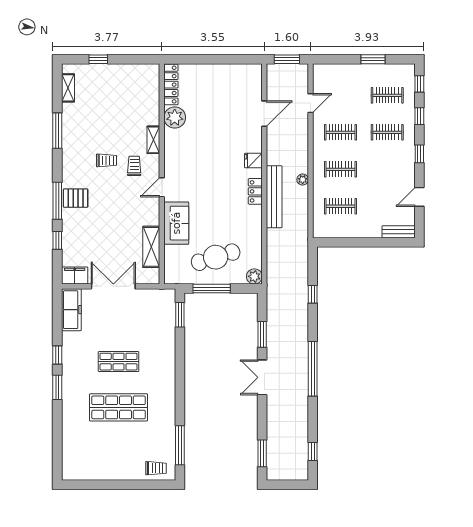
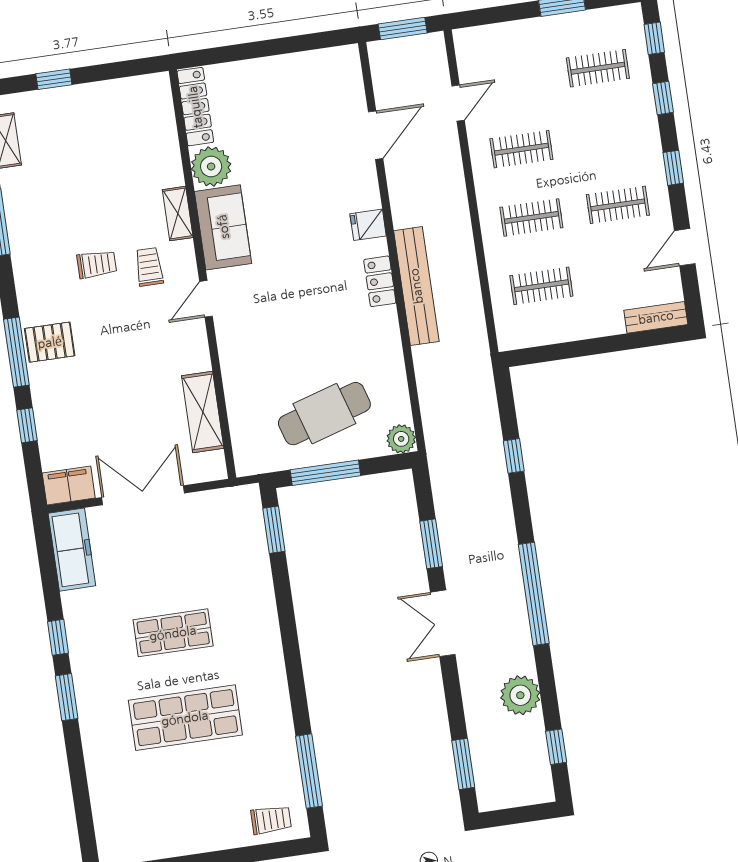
clothes rail: (387, 132) -> (618, 205), moved
plant: (303, 180) -> (520, 695), moved, width x1.87, depth x1.87
sofa: (176, 223) -> (223, 227), moved

